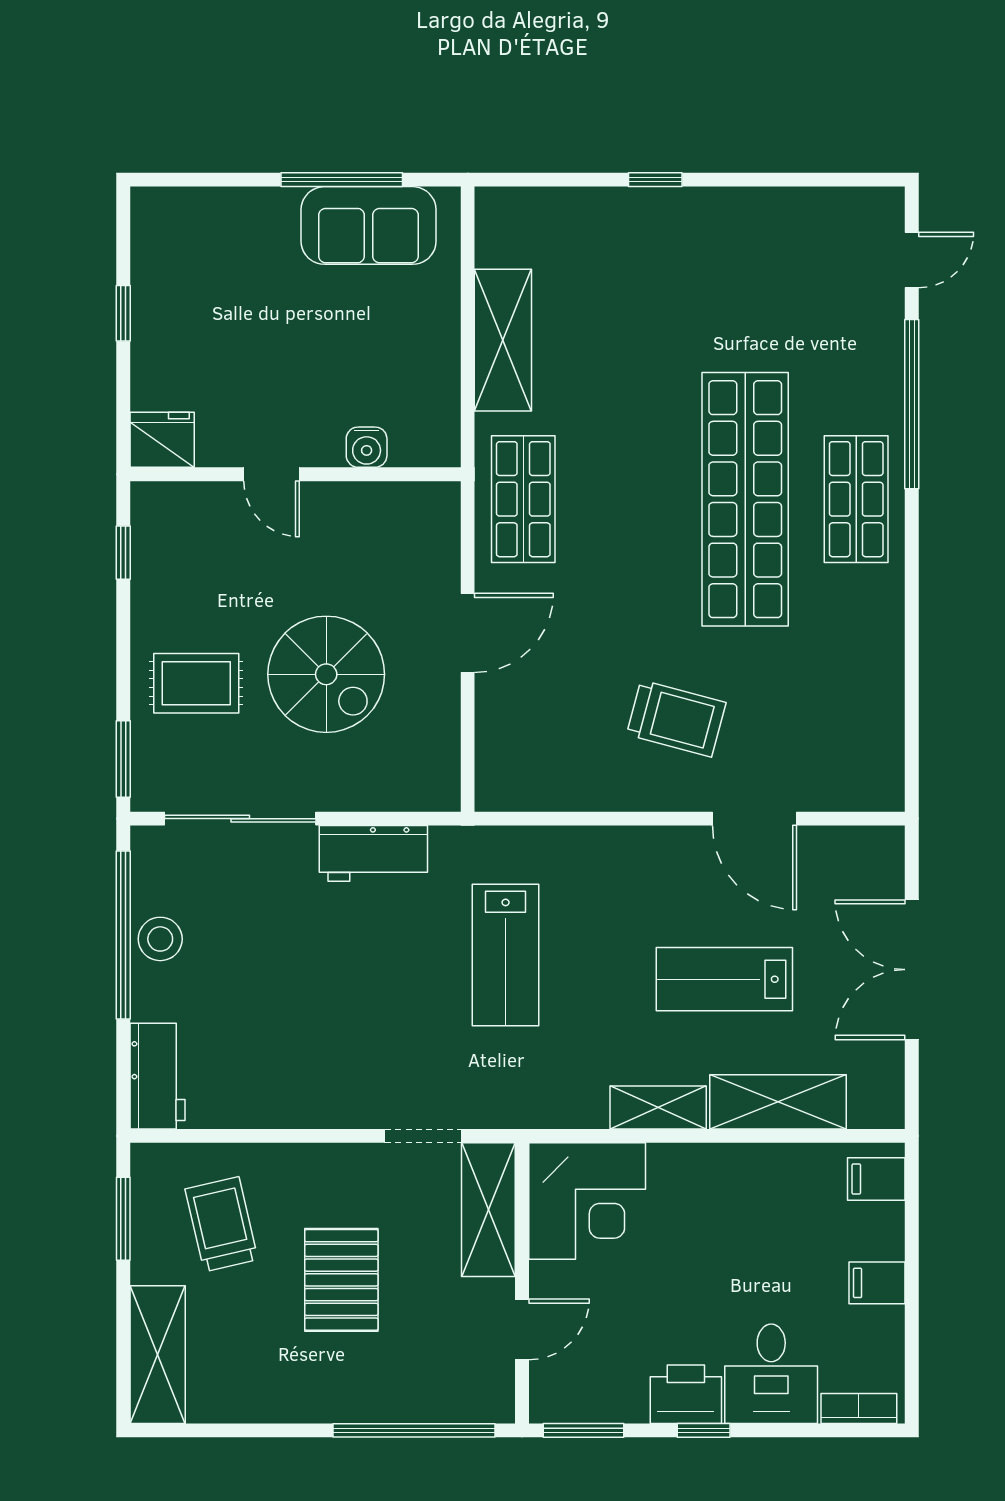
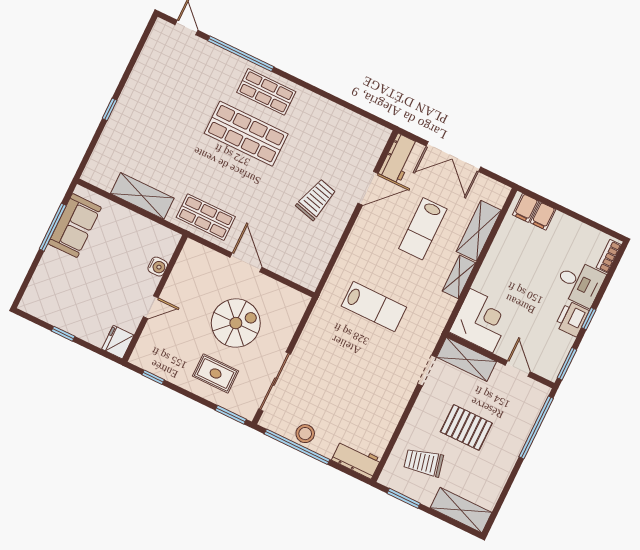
shop shelf: (745, 499) -> (246, 134), width x0.71
rug: (196, 683) -> (216, 374), turned 90
workbench: (373, 853) -> (399, 158), moved
filing cabinet: (877, 1283) -> (543, 216), moved

